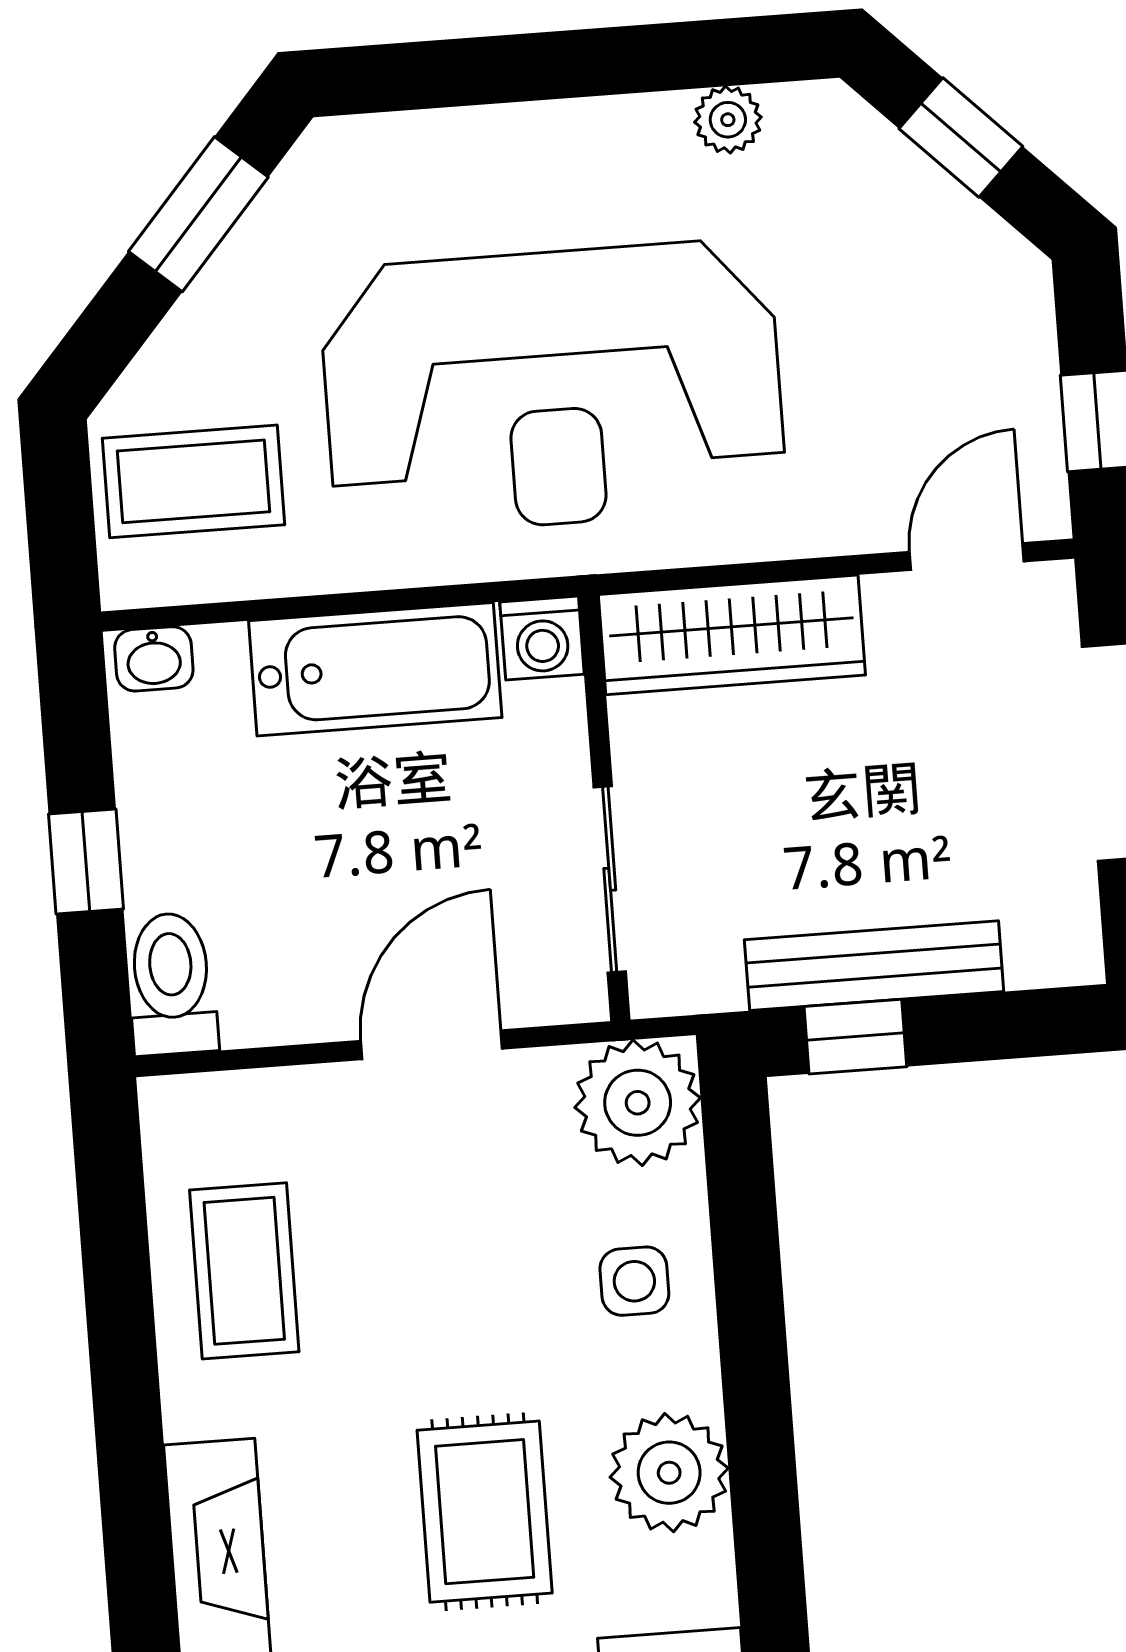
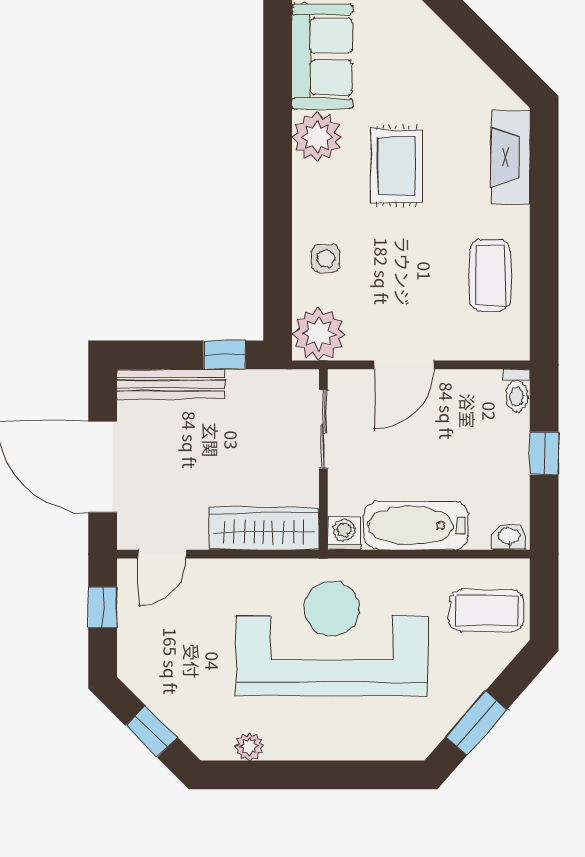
bench: (874, 966) -> (171, 384), moved
toilet: (172, 984) -> (517, 391), width x0.73, depth x0.72
plant: (669, 1473) -> (317, 137), moved

